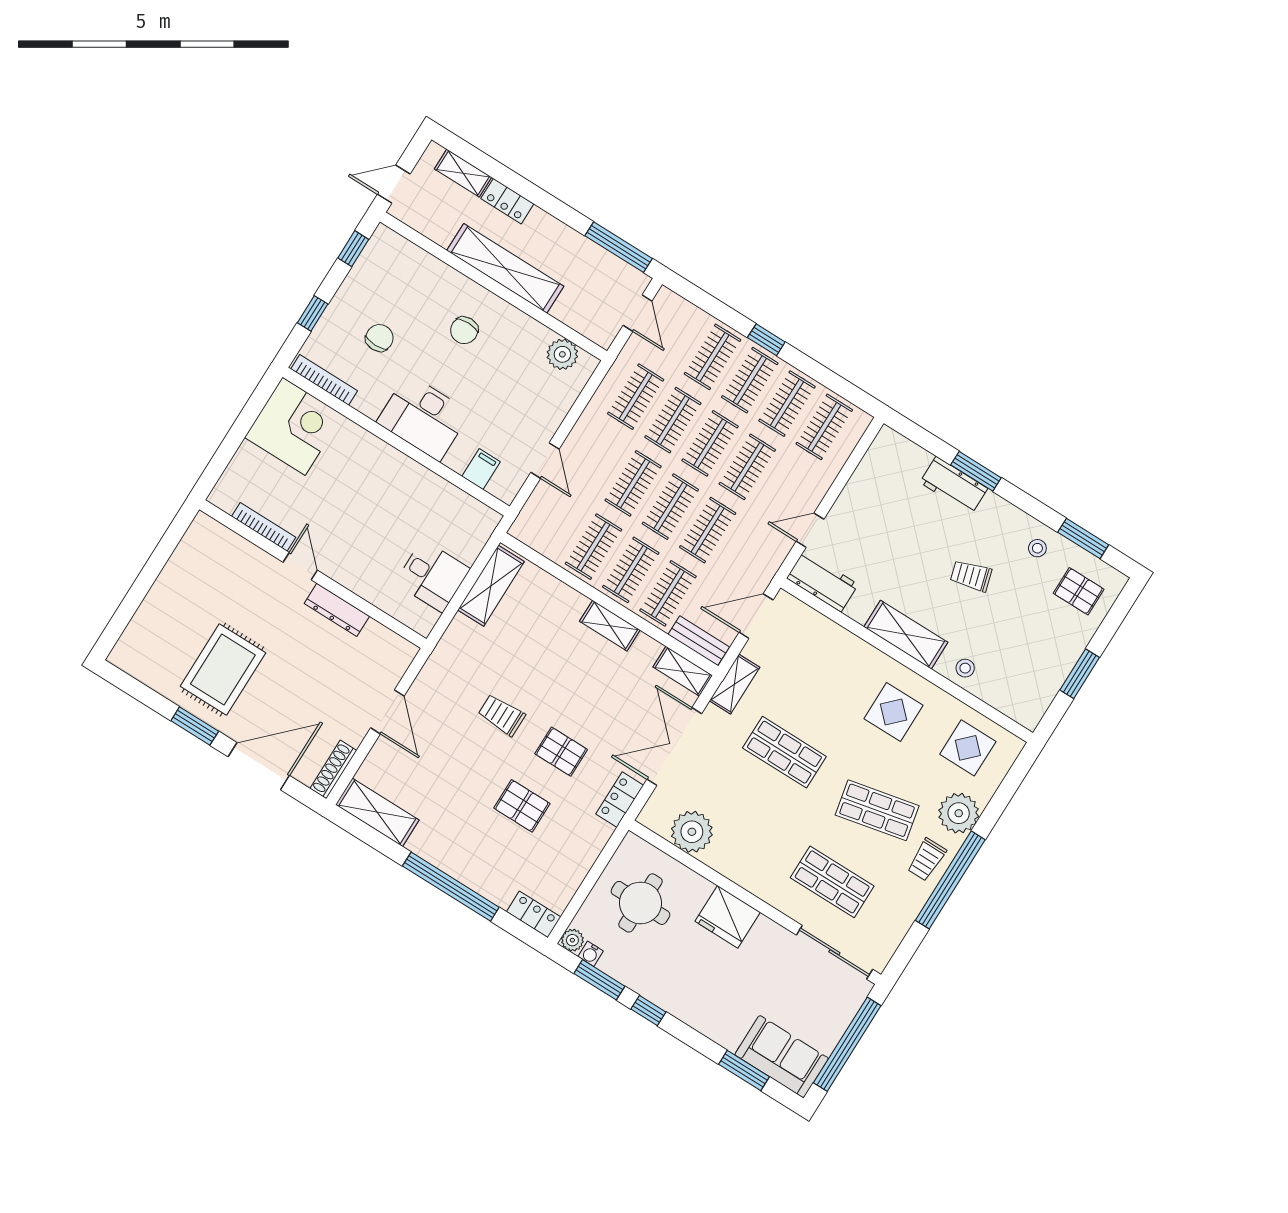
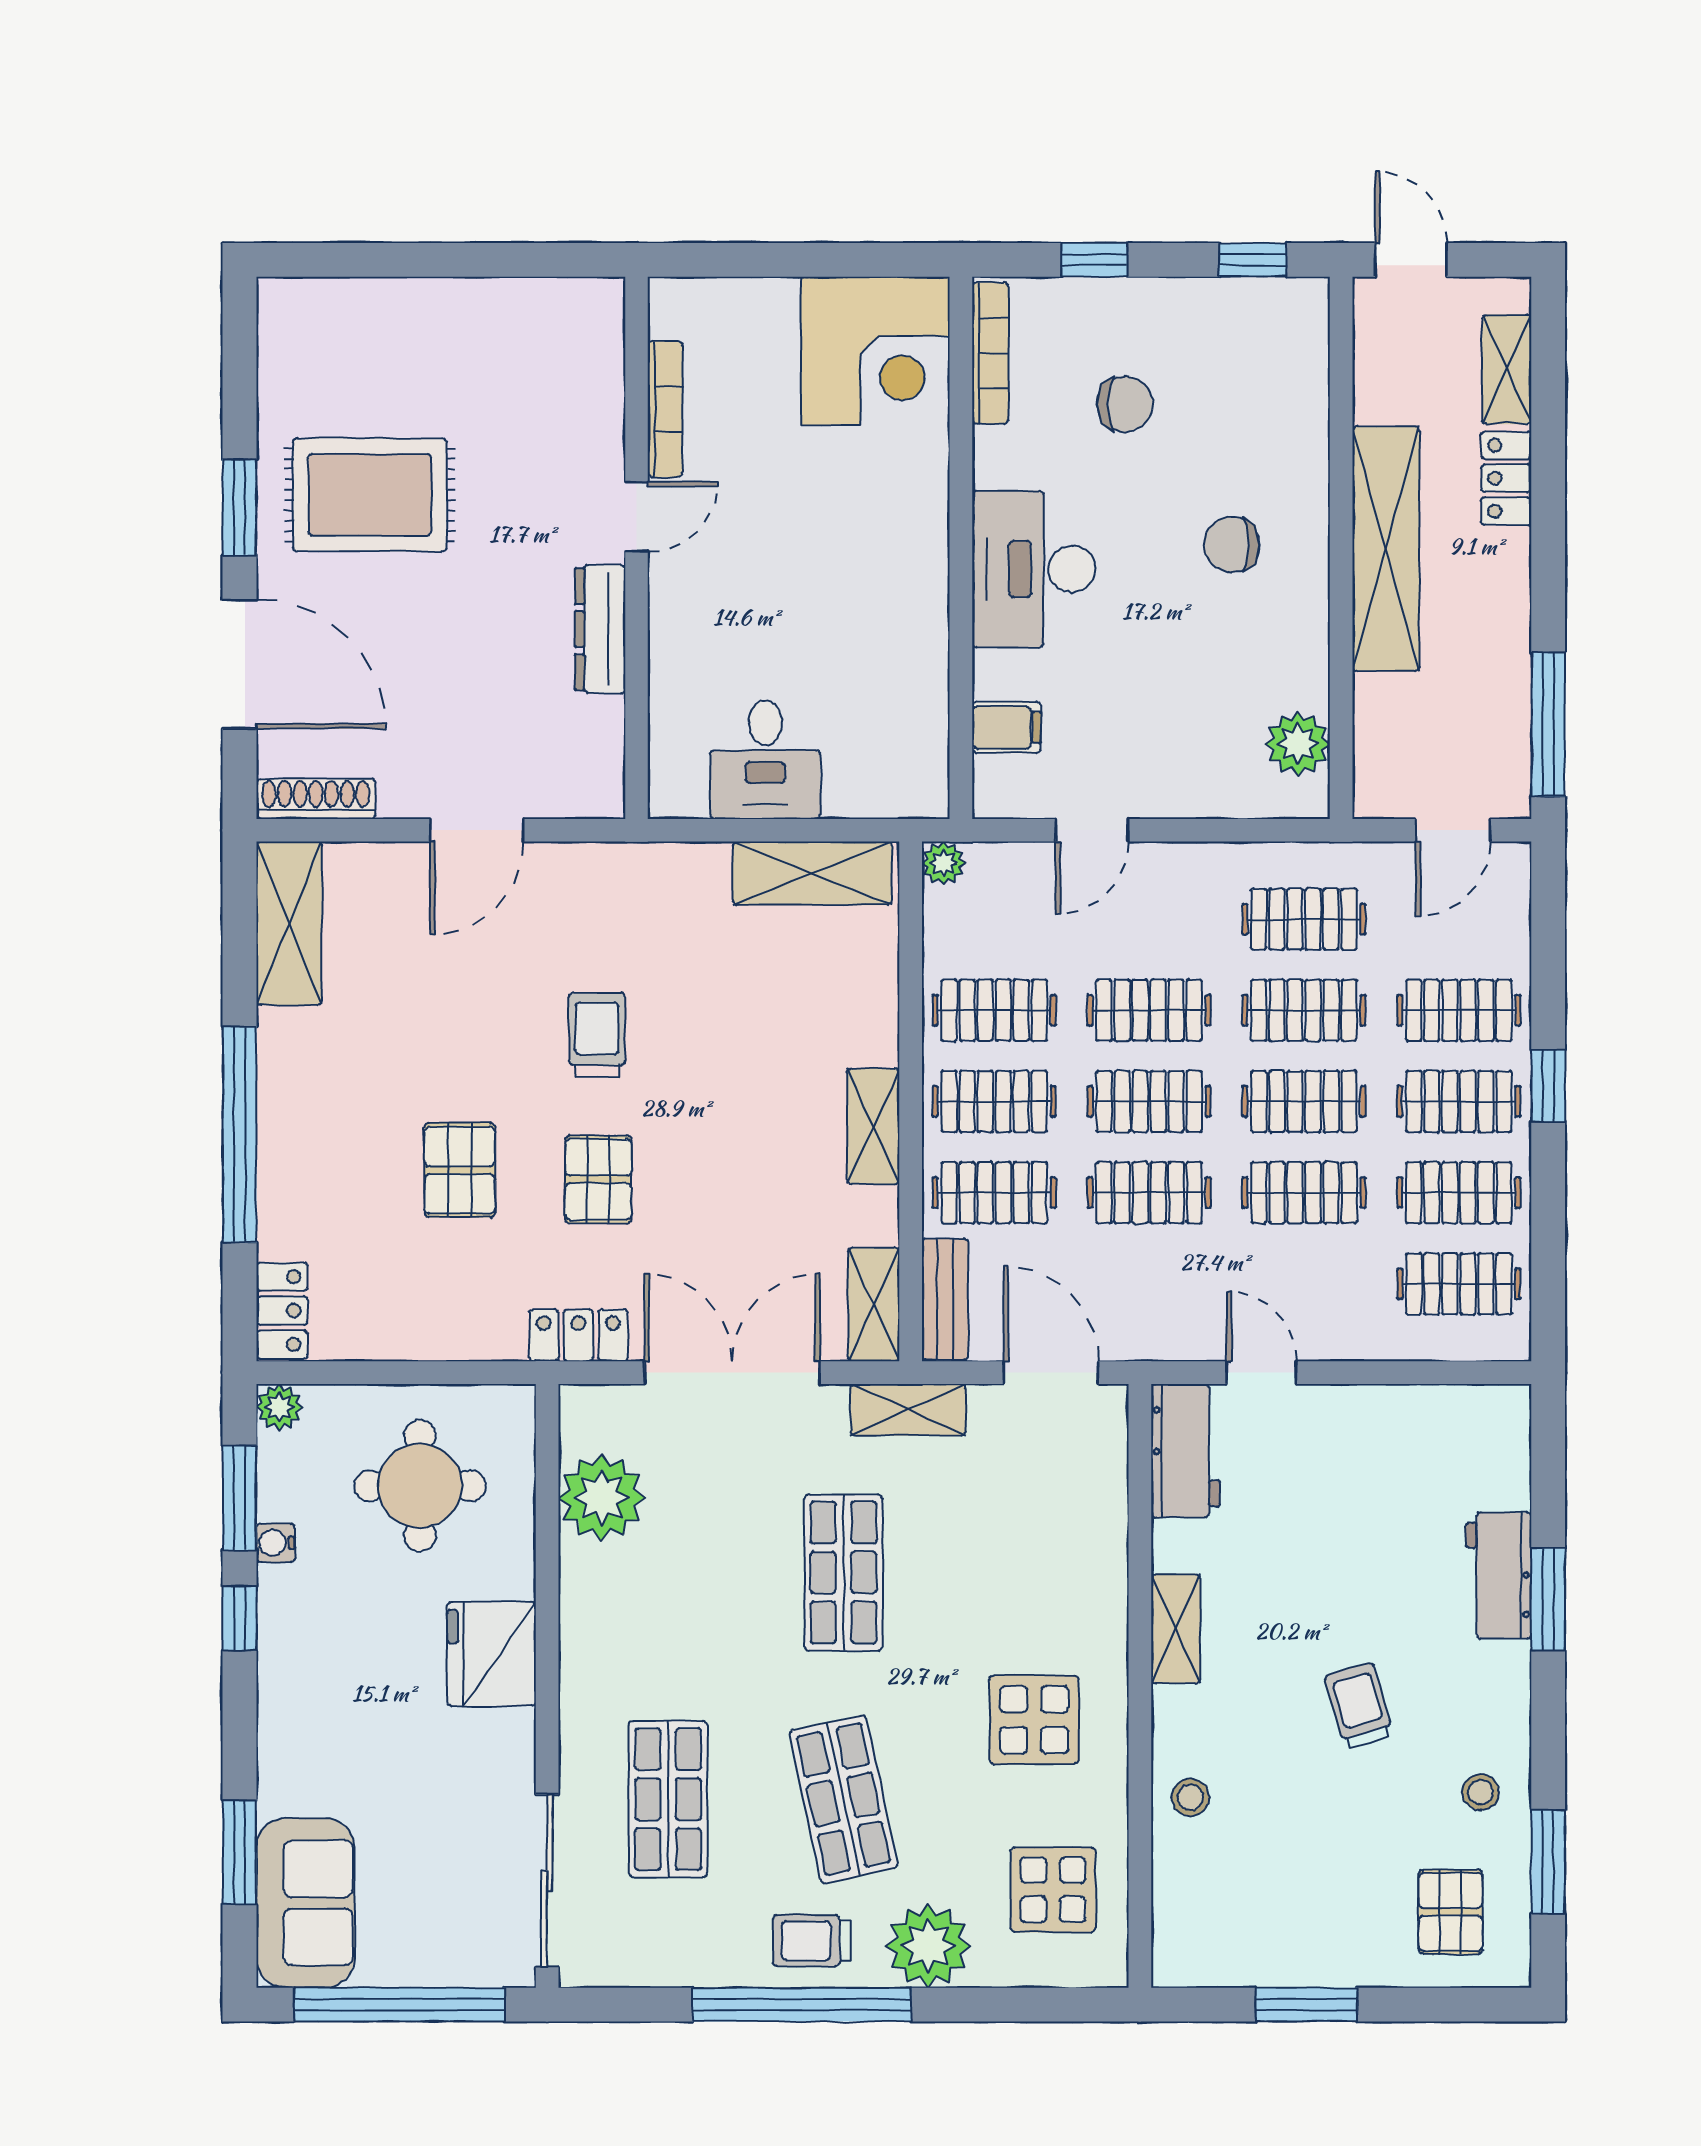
plant: (520, 530) -> (943, 863), added
shelving: (906, 635) -> (1176, 1629), width x0.67, depth x0.75
water cooler: (591, 954) -> (276, 1543), moved

